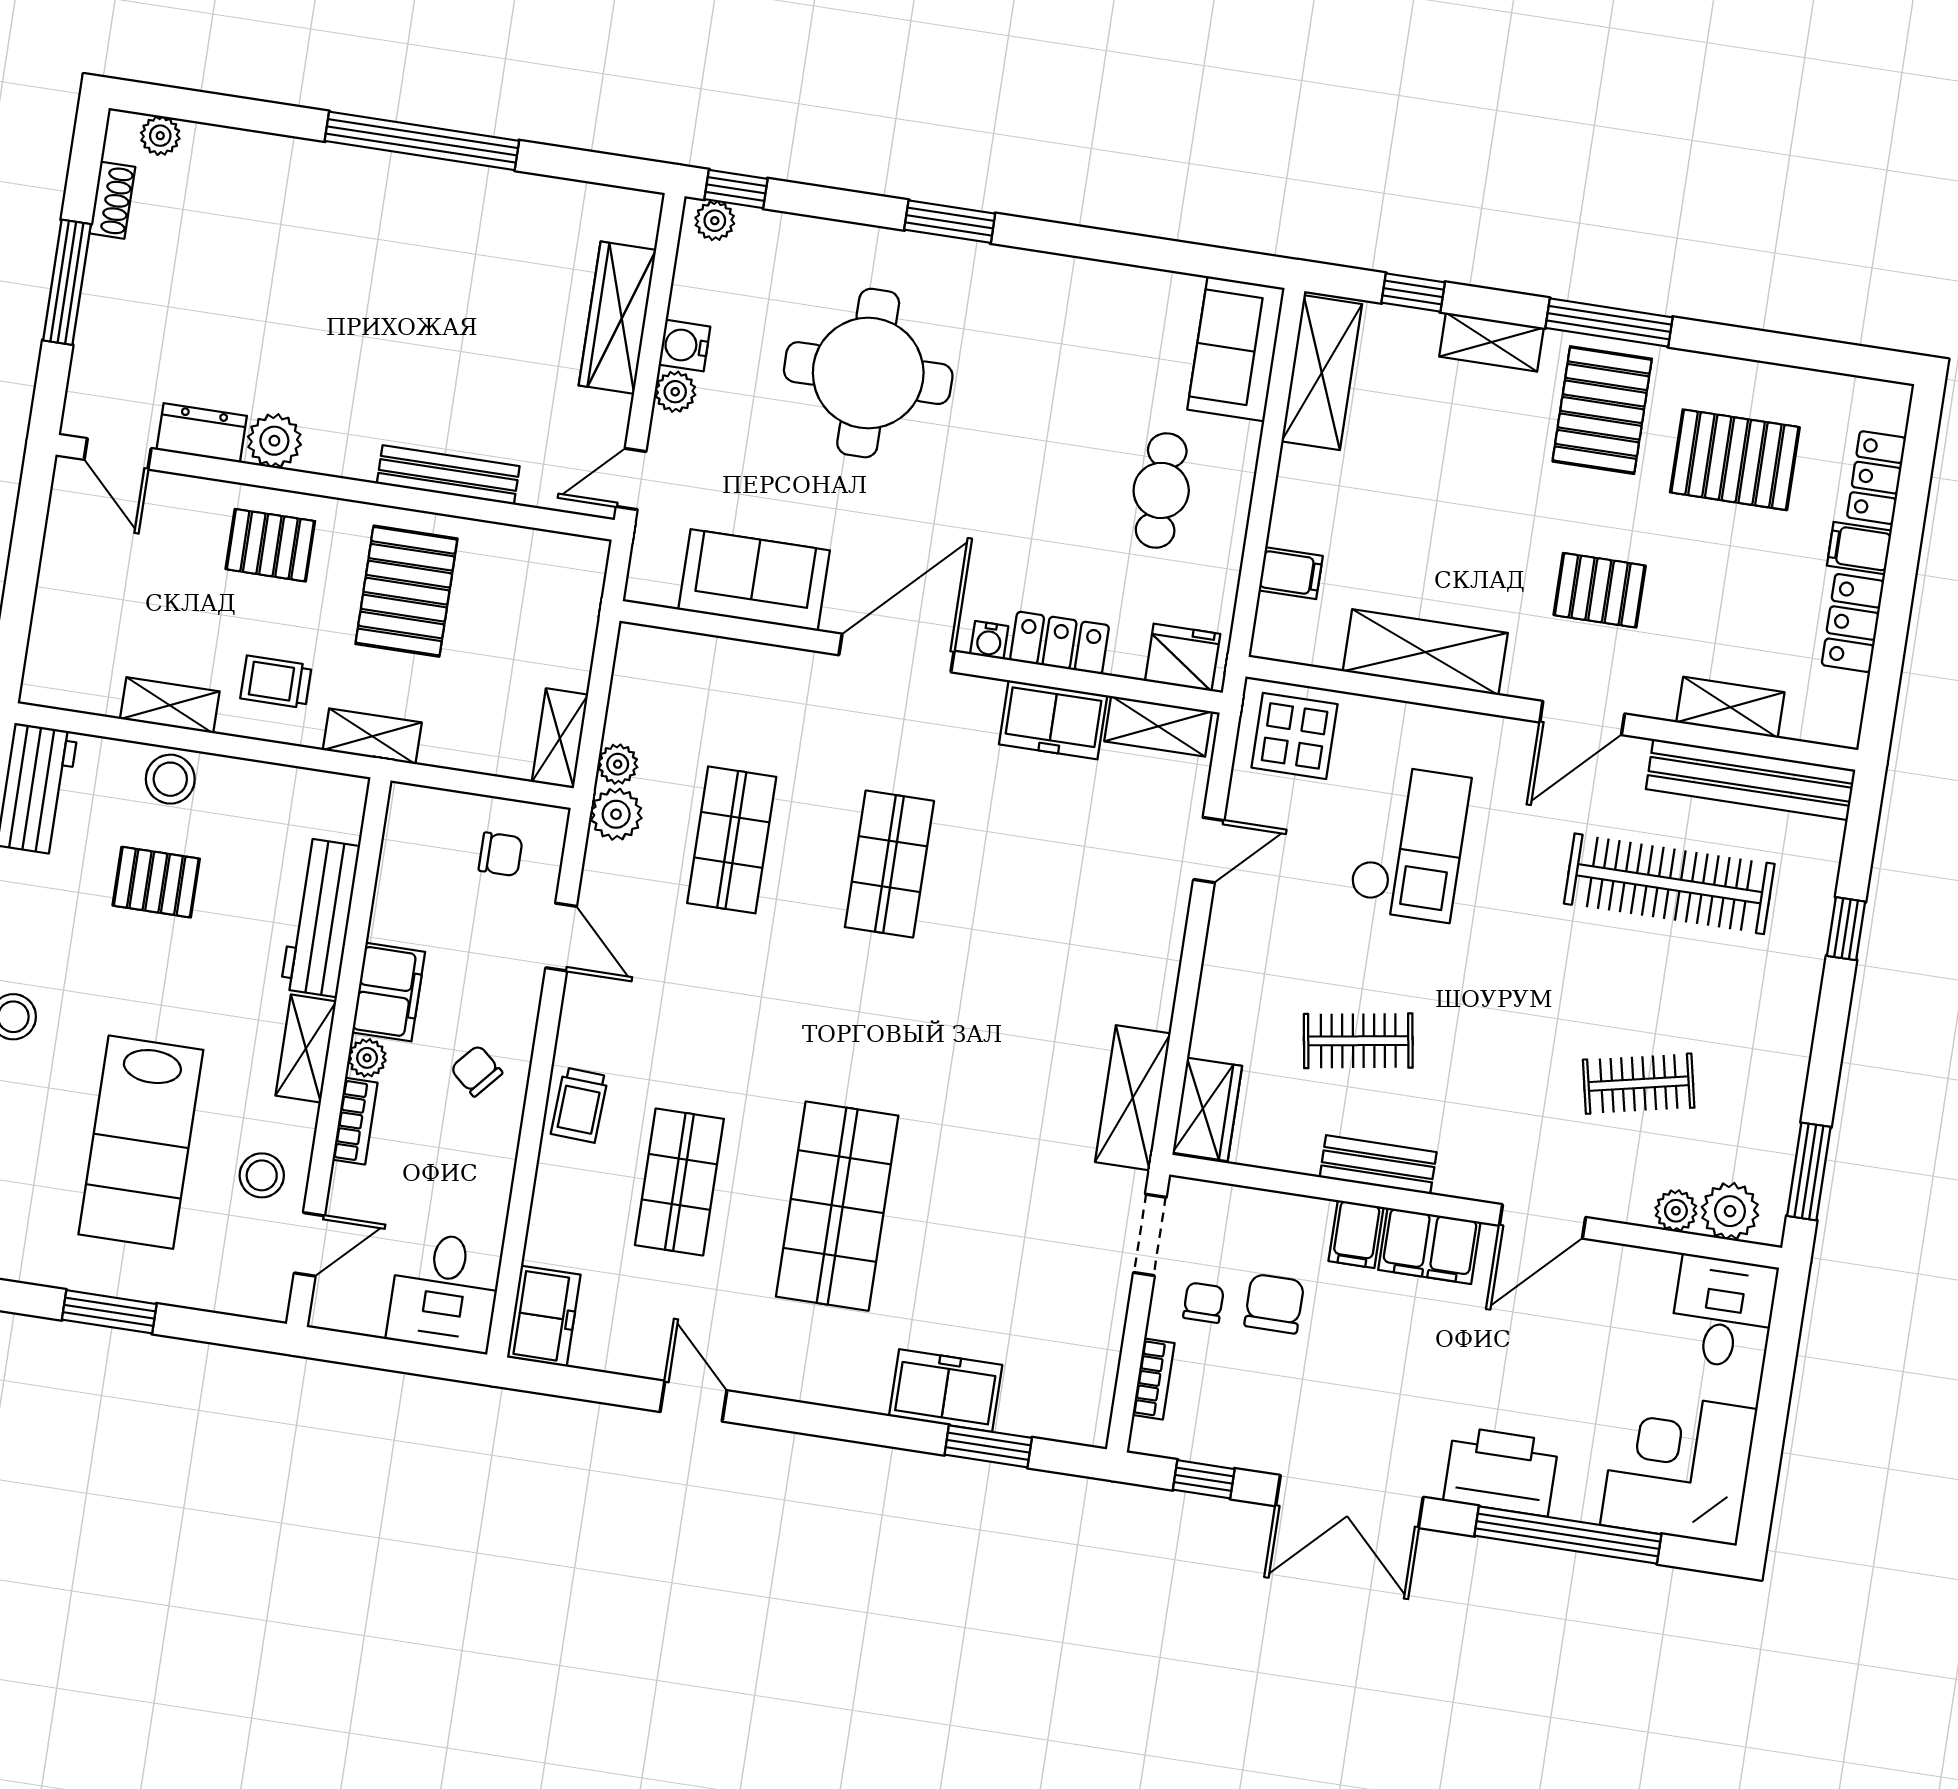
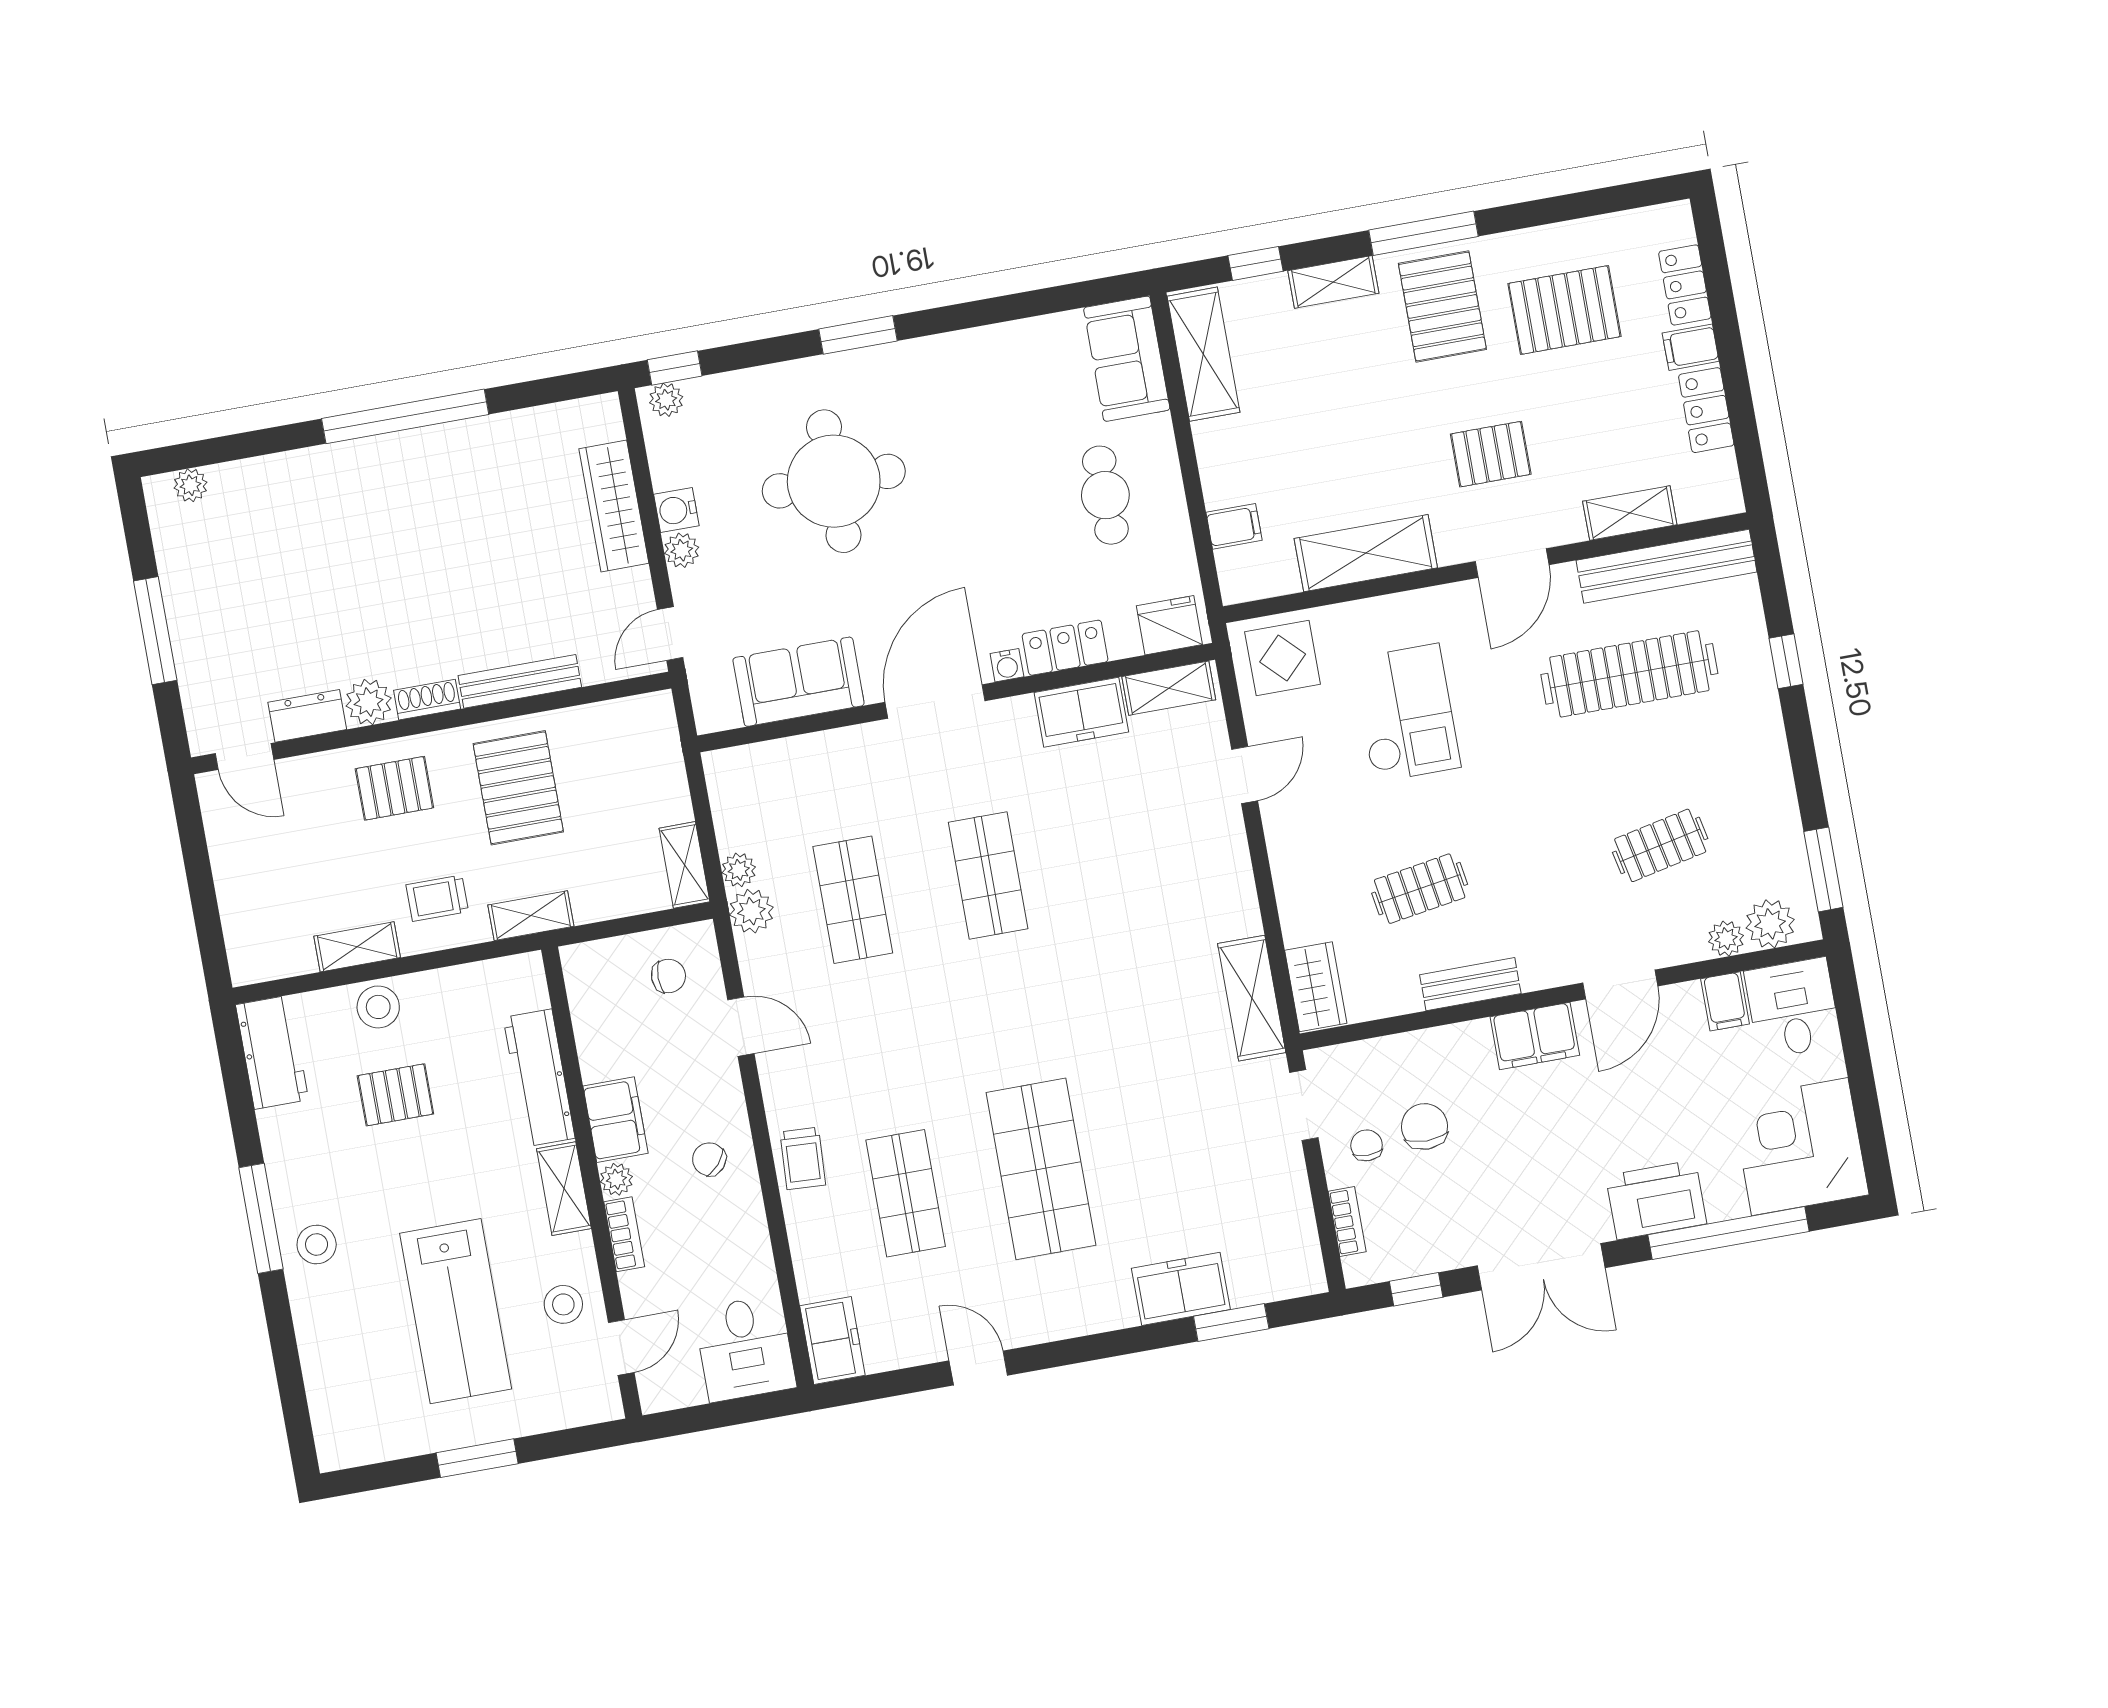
shoe rack: (112, 200) -> (427, 700), moved, turned -90
filing cabinet: (1356, 1234) -> (1725, 1001), moved

